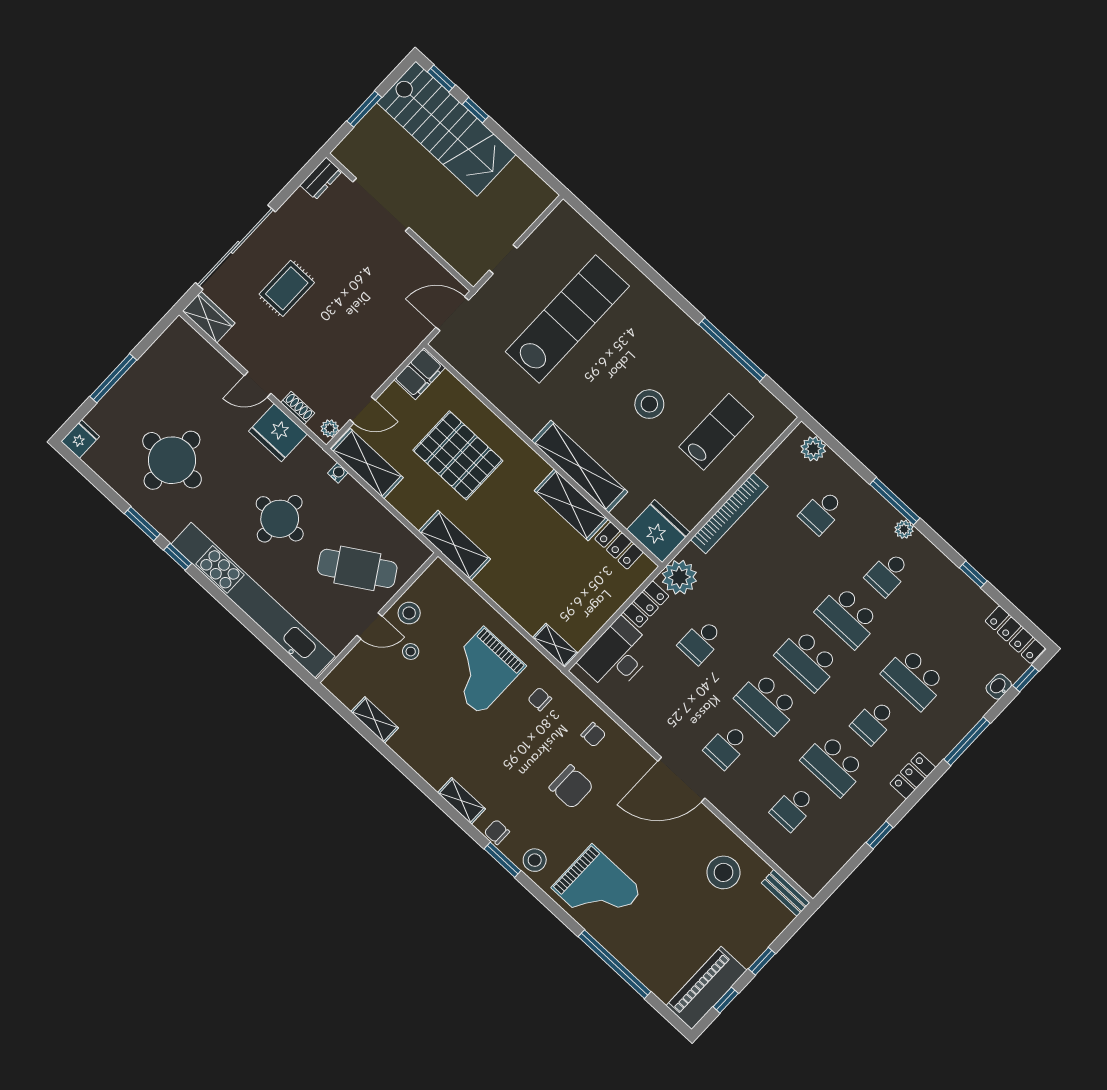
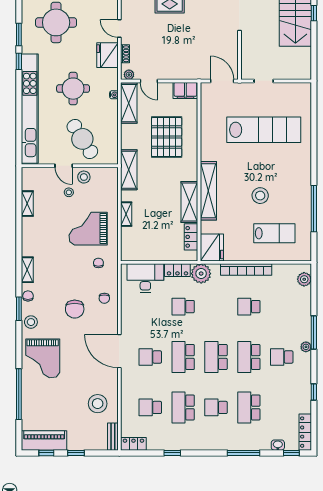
school desk: (822, 512) -> (249, 307), moved
shelving: (555, 645) -> (126, 214), moved
locker: (913, 776) -> (133, 444), moved

